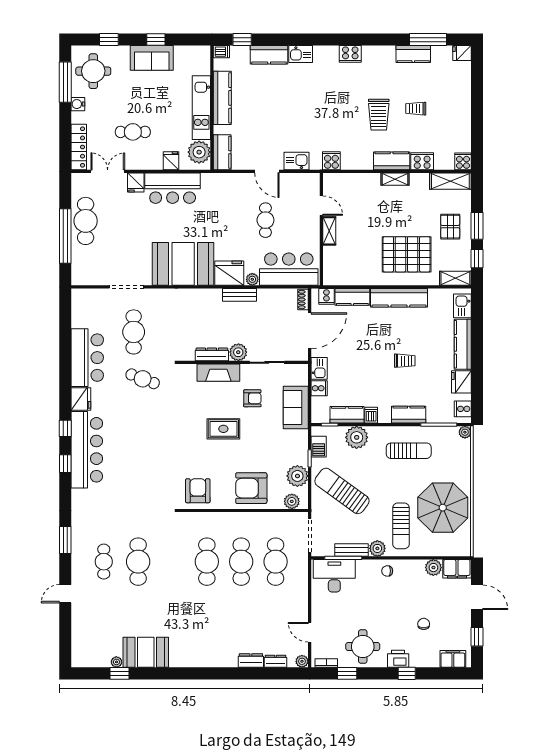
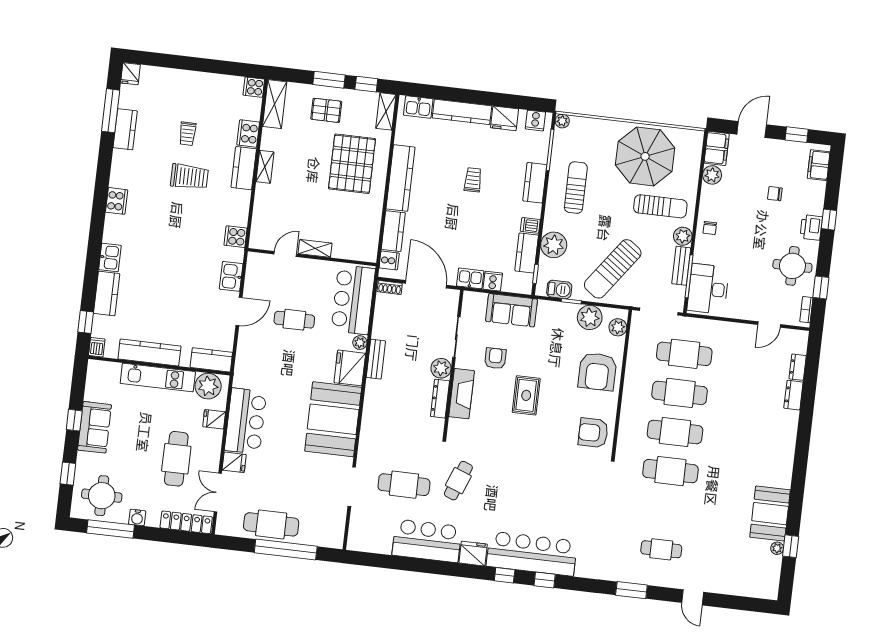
cafe table: (133, 132) -> (176, 459), width x1.37, depth x1.35
cafe table: (138, 562) -> (670, 471), moved
plant: (302, 661) -> (801, 337), removed

